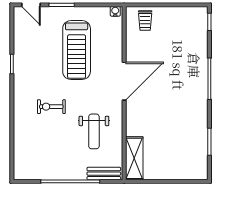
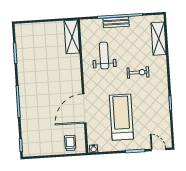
door: (124, 81) -> (84, 108), moved
shelving: (22, 149) -> (159, 39), added
bench: (104, 174) -> (116, 22), moved

